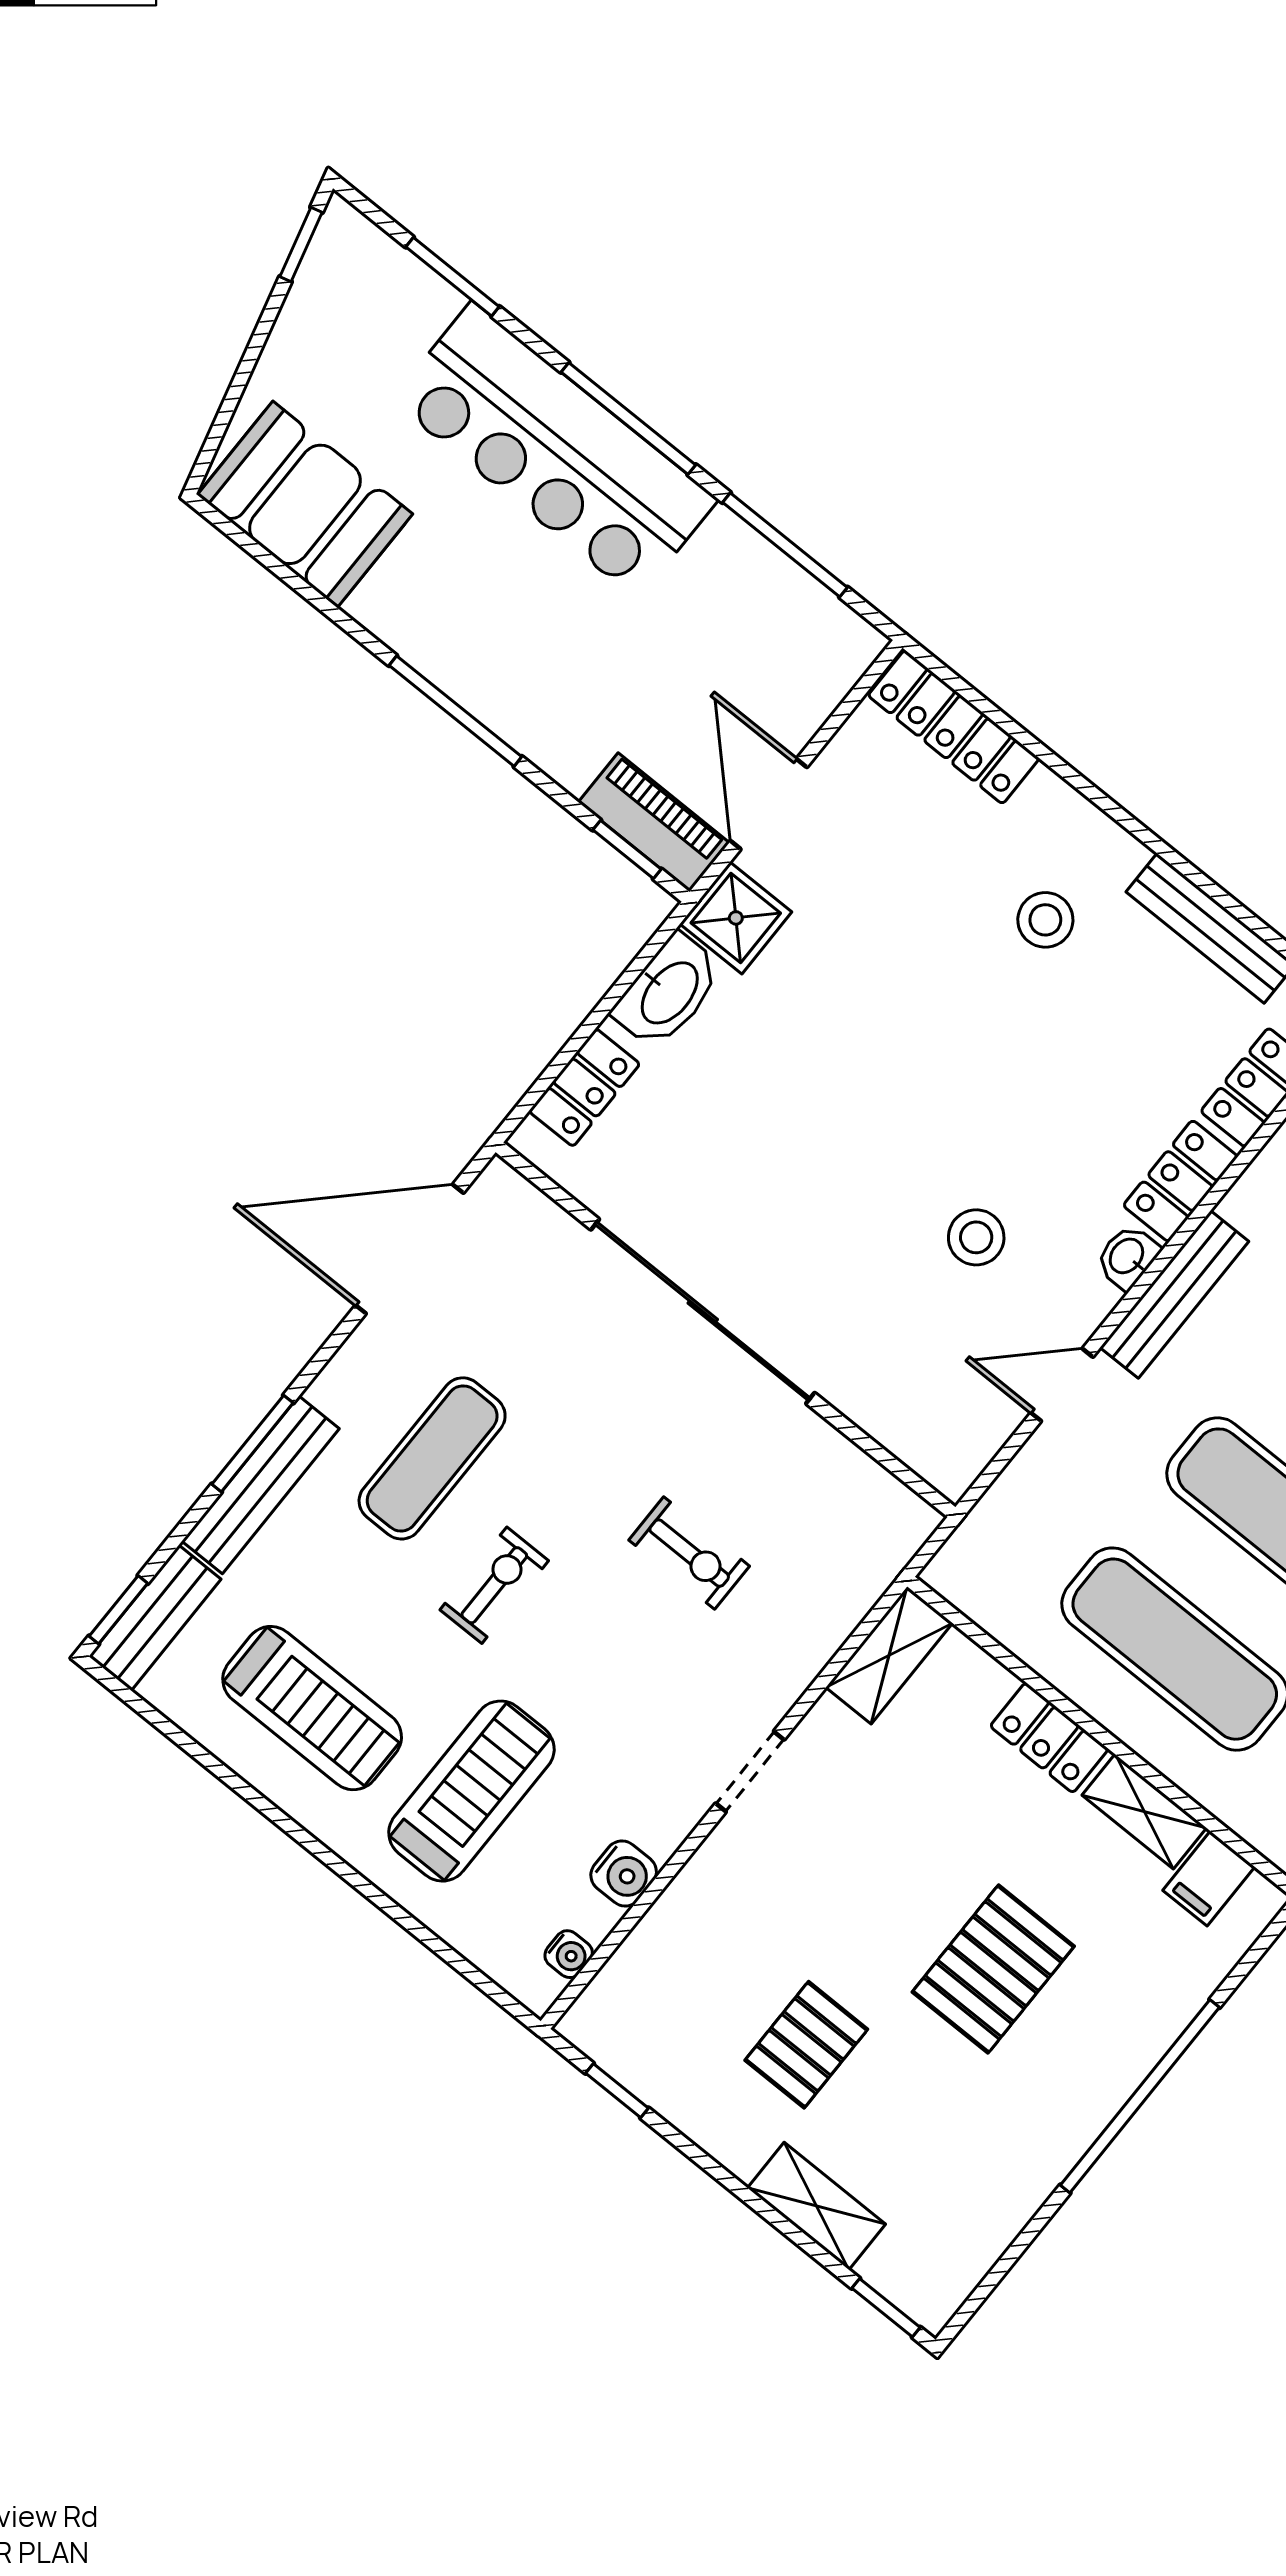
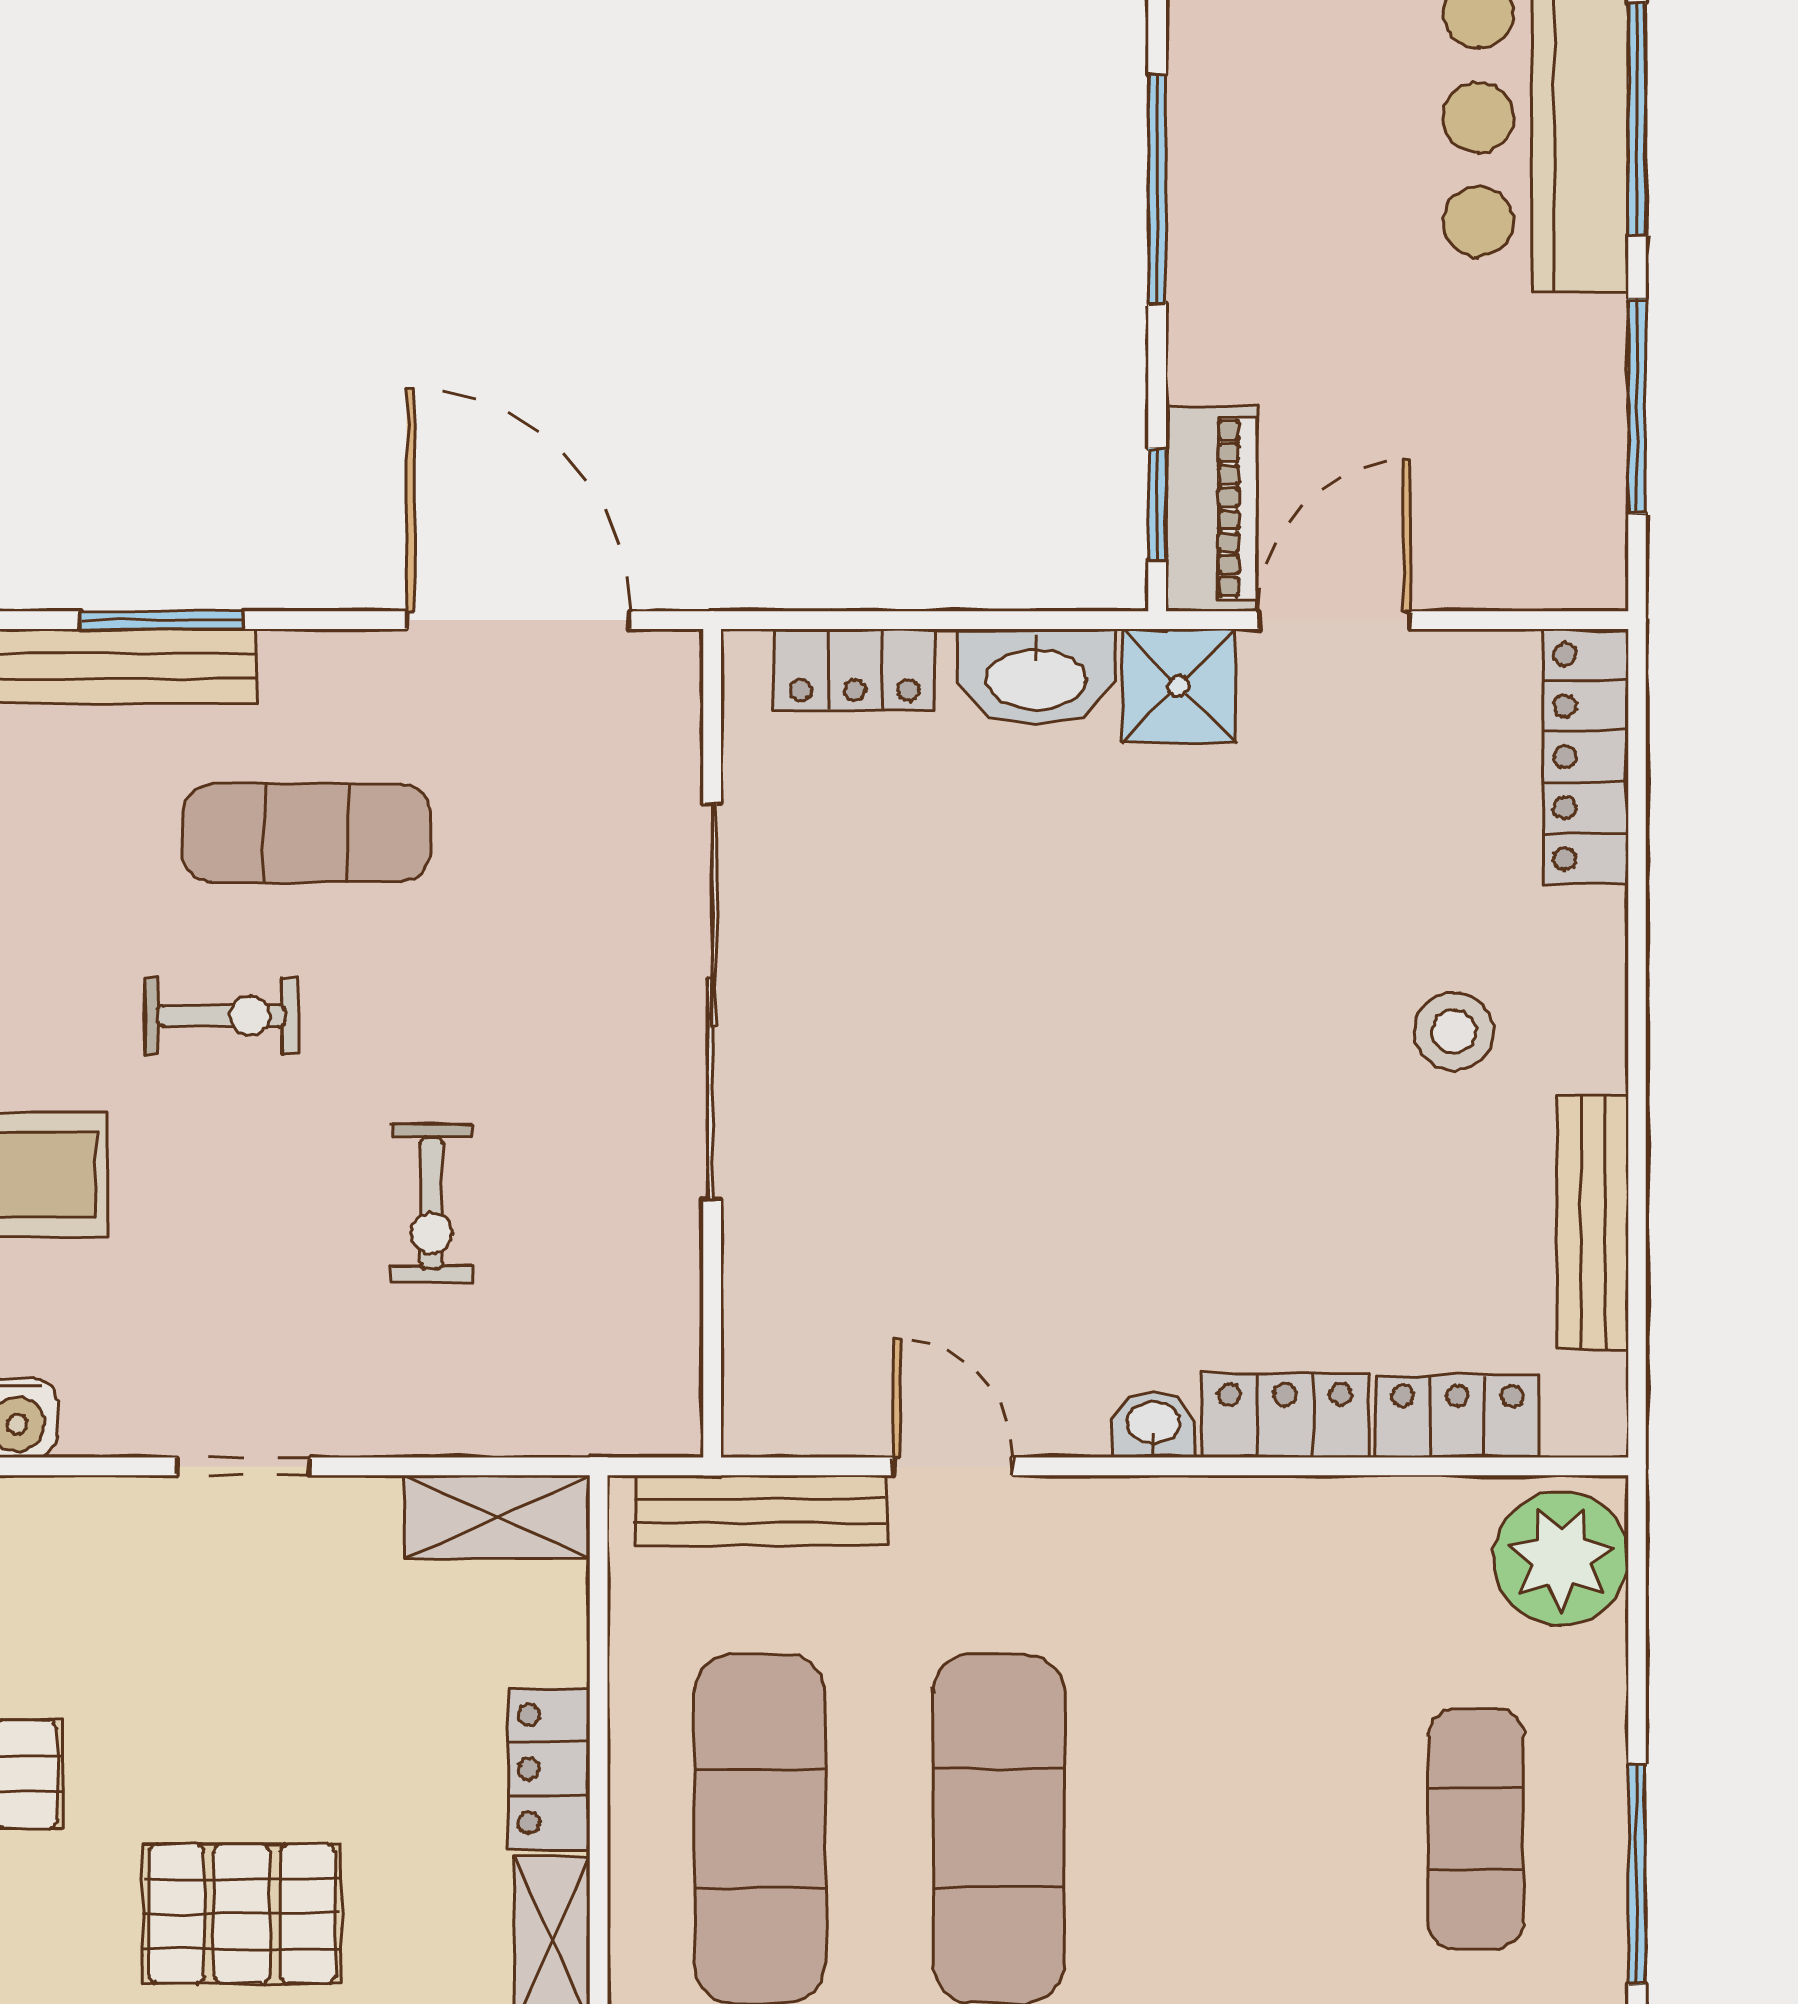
stool: (976, 1237) -> (1039, 1239), removed
bench: (1174, 1294) -> (761, 1510), moved

